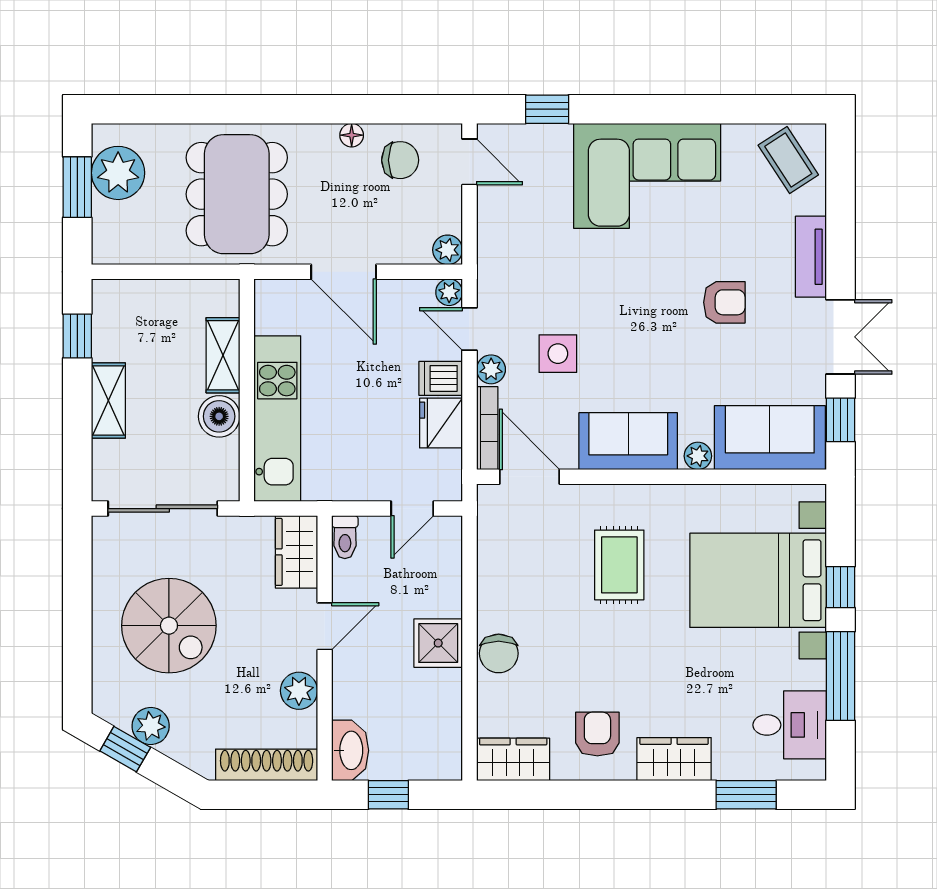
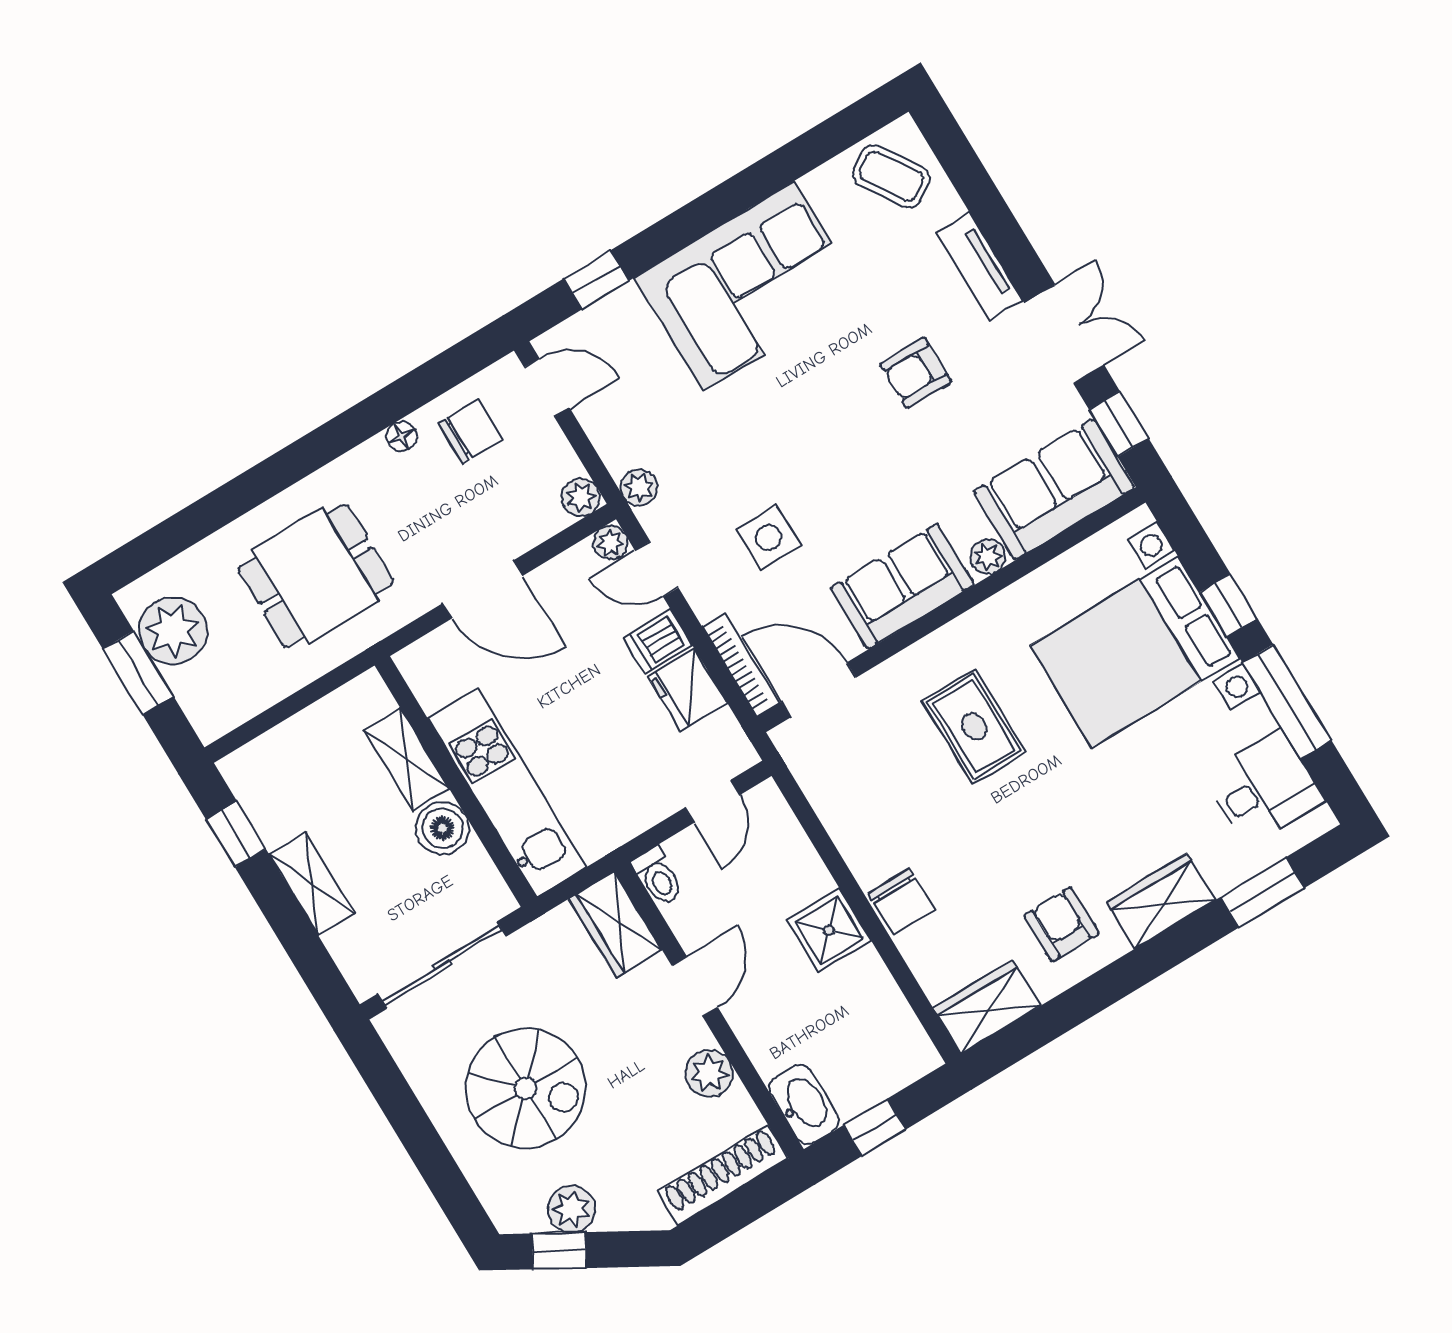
dining table: (237, 194) -> (316, 576), width x0.73
armchair: (724, 302) -> (915, 373), turned 180
plant: (491, 369) -> (639, 487), moved

